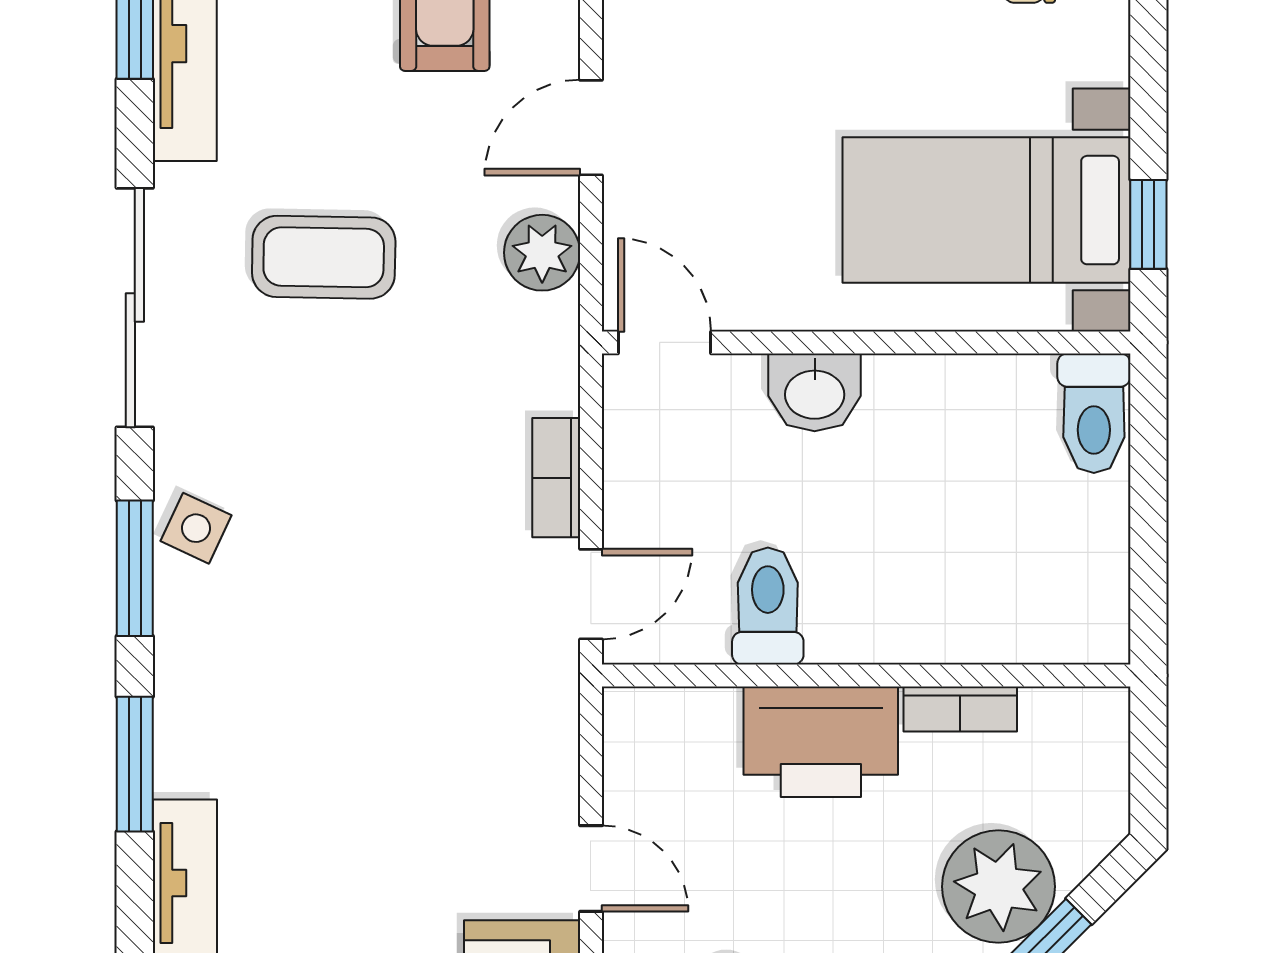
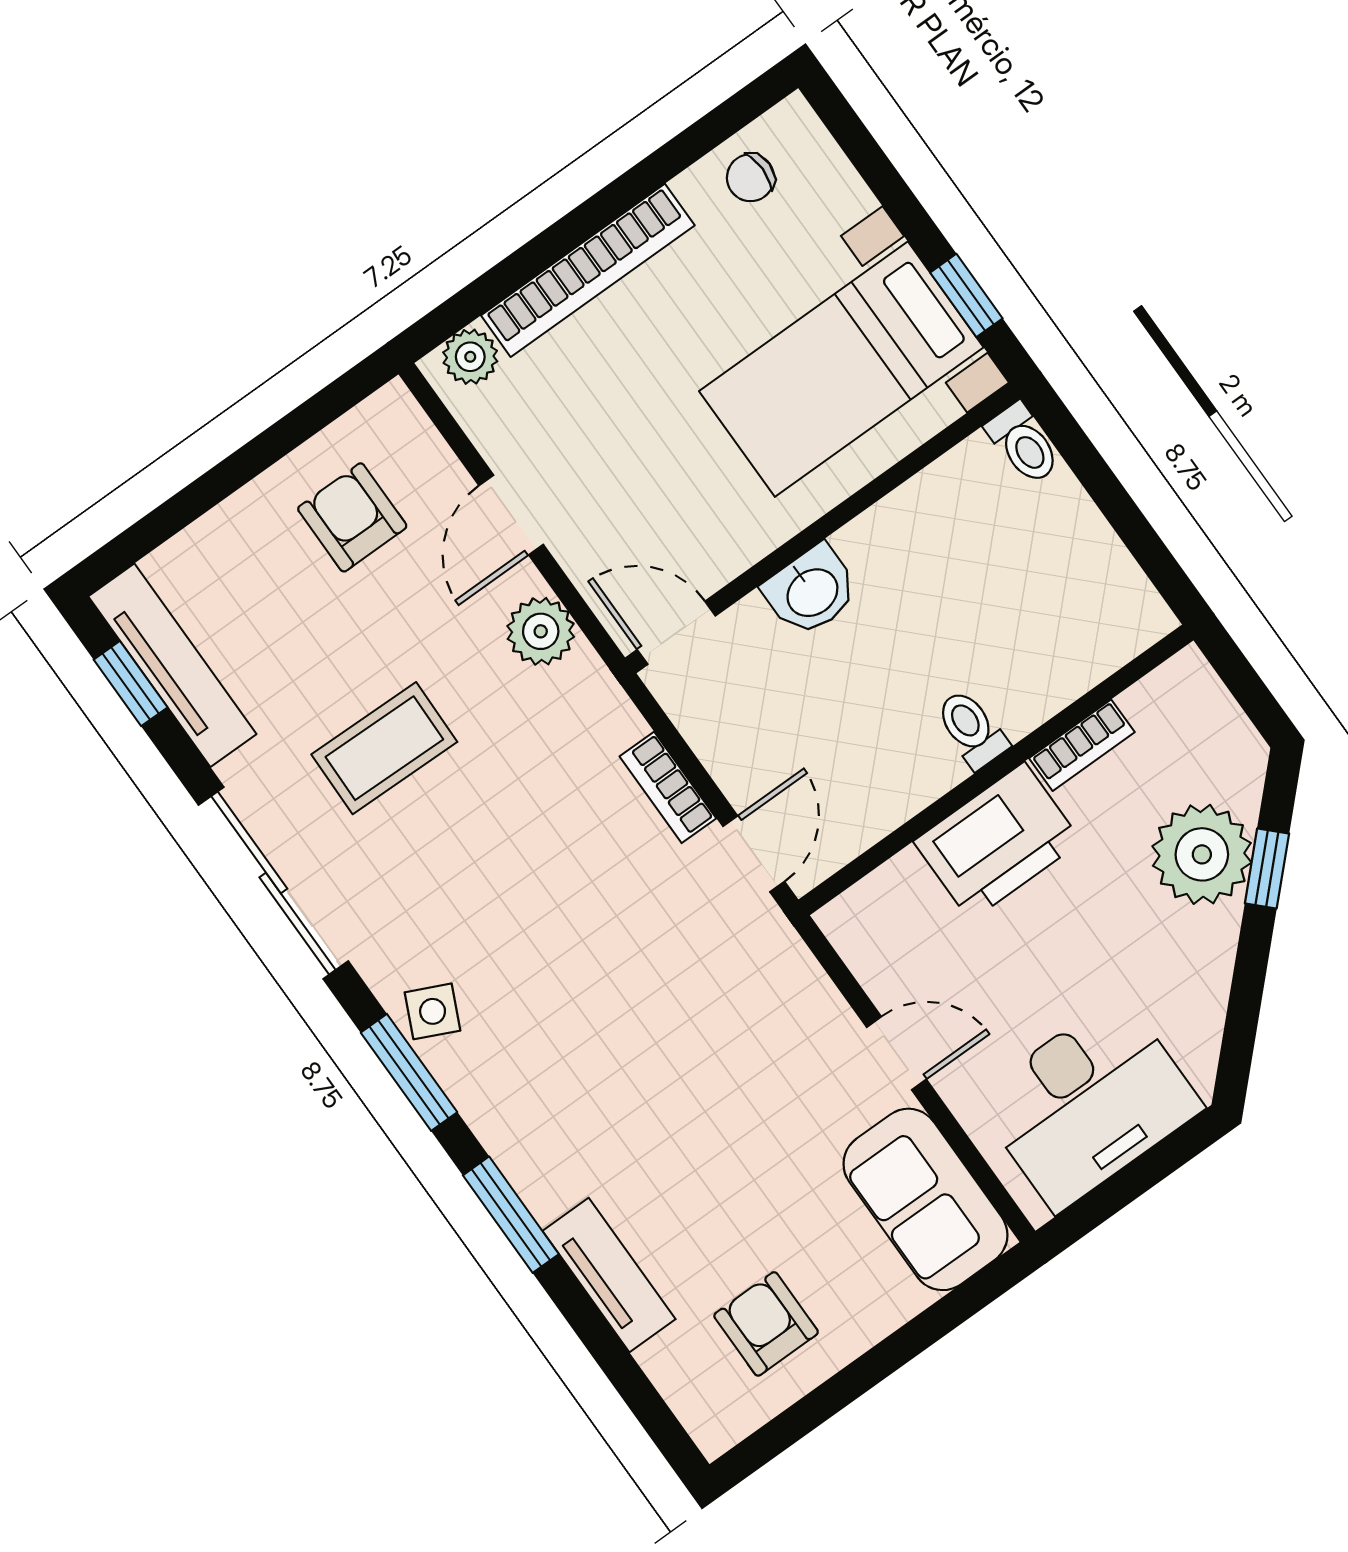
toilet: (1094, 413) -> (1024, 444), width x0.73, depth x0.72
toilet: (768, 606) -> (972, 729), moved, width x0.73, depth x0.72

